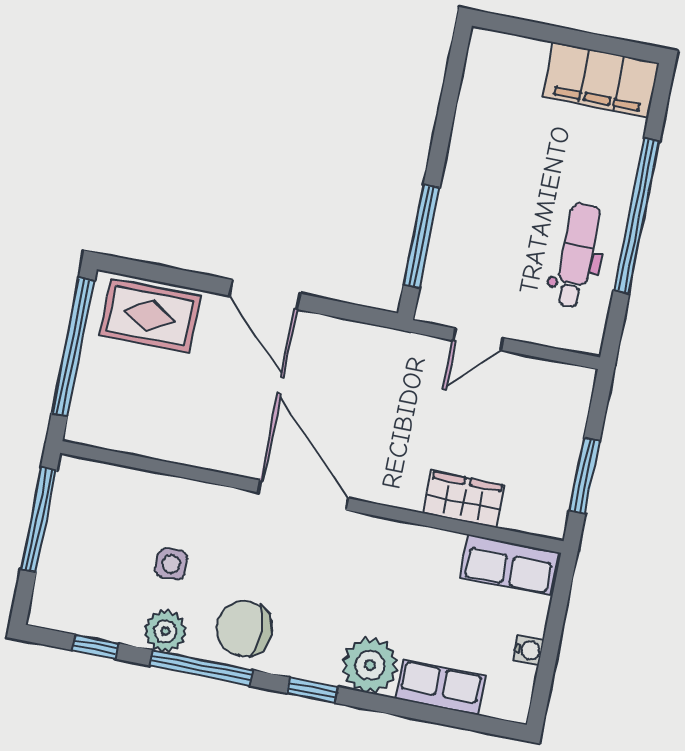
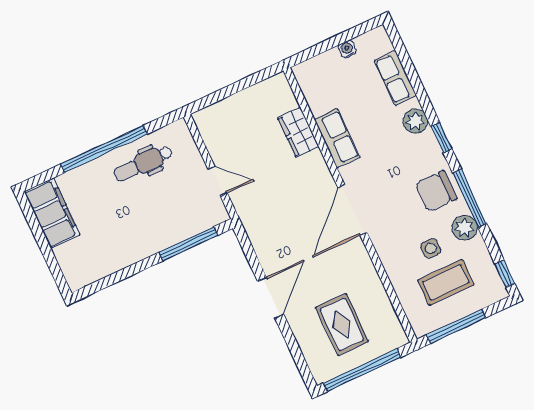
rug: (150, 316) -> (342, 325), moved
window: (585, 476) -> (245, 83), removed
coffee table: (109, 550) -> (446, 282), added
row of seats: (509, 565) -> (337, 138), moved
chair: (244, 629) -> (436, 191), turned 90
window: (95, 647) -> (505, 274), moved
plant: (370, 665) -> (415, 121), width x0.73, depth x0.73

